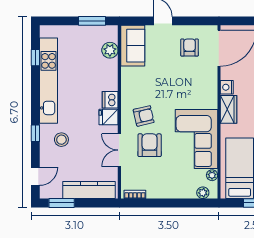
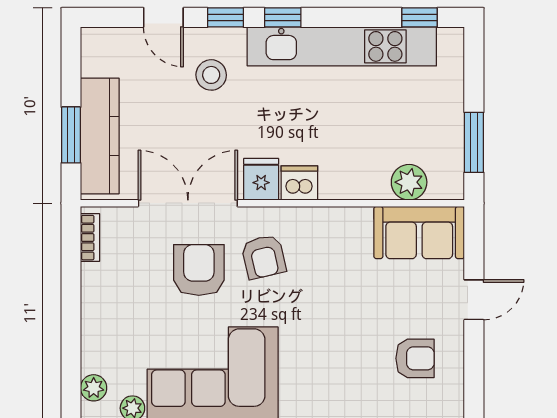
window: (35, 58) -> (420, 17), moved
window: (35, 107) -> (283, 17), added
armchair: (150, 145) -> (199, 270), turned -90
double door: (119, 150) -> (188, 203), width x1.37
door: (35, 176) -> (163, 17), moved
window: (62, 203) -> (71, 135), moved

